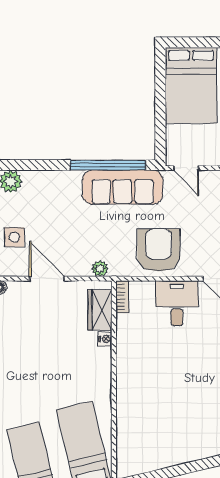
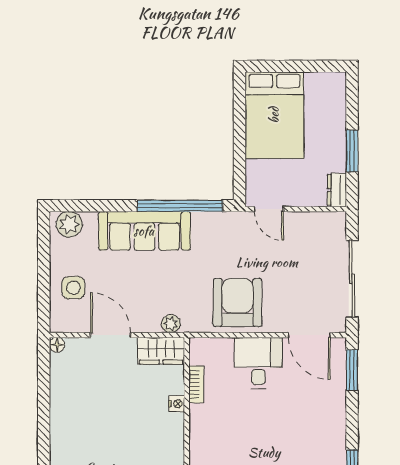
sofa: (123, 187) -> (144, 231), moved
bookcase: (122, 297) -> (196, 384), moved
wardrobe: (100, 310) -> (161, 351), moved, turned -90

